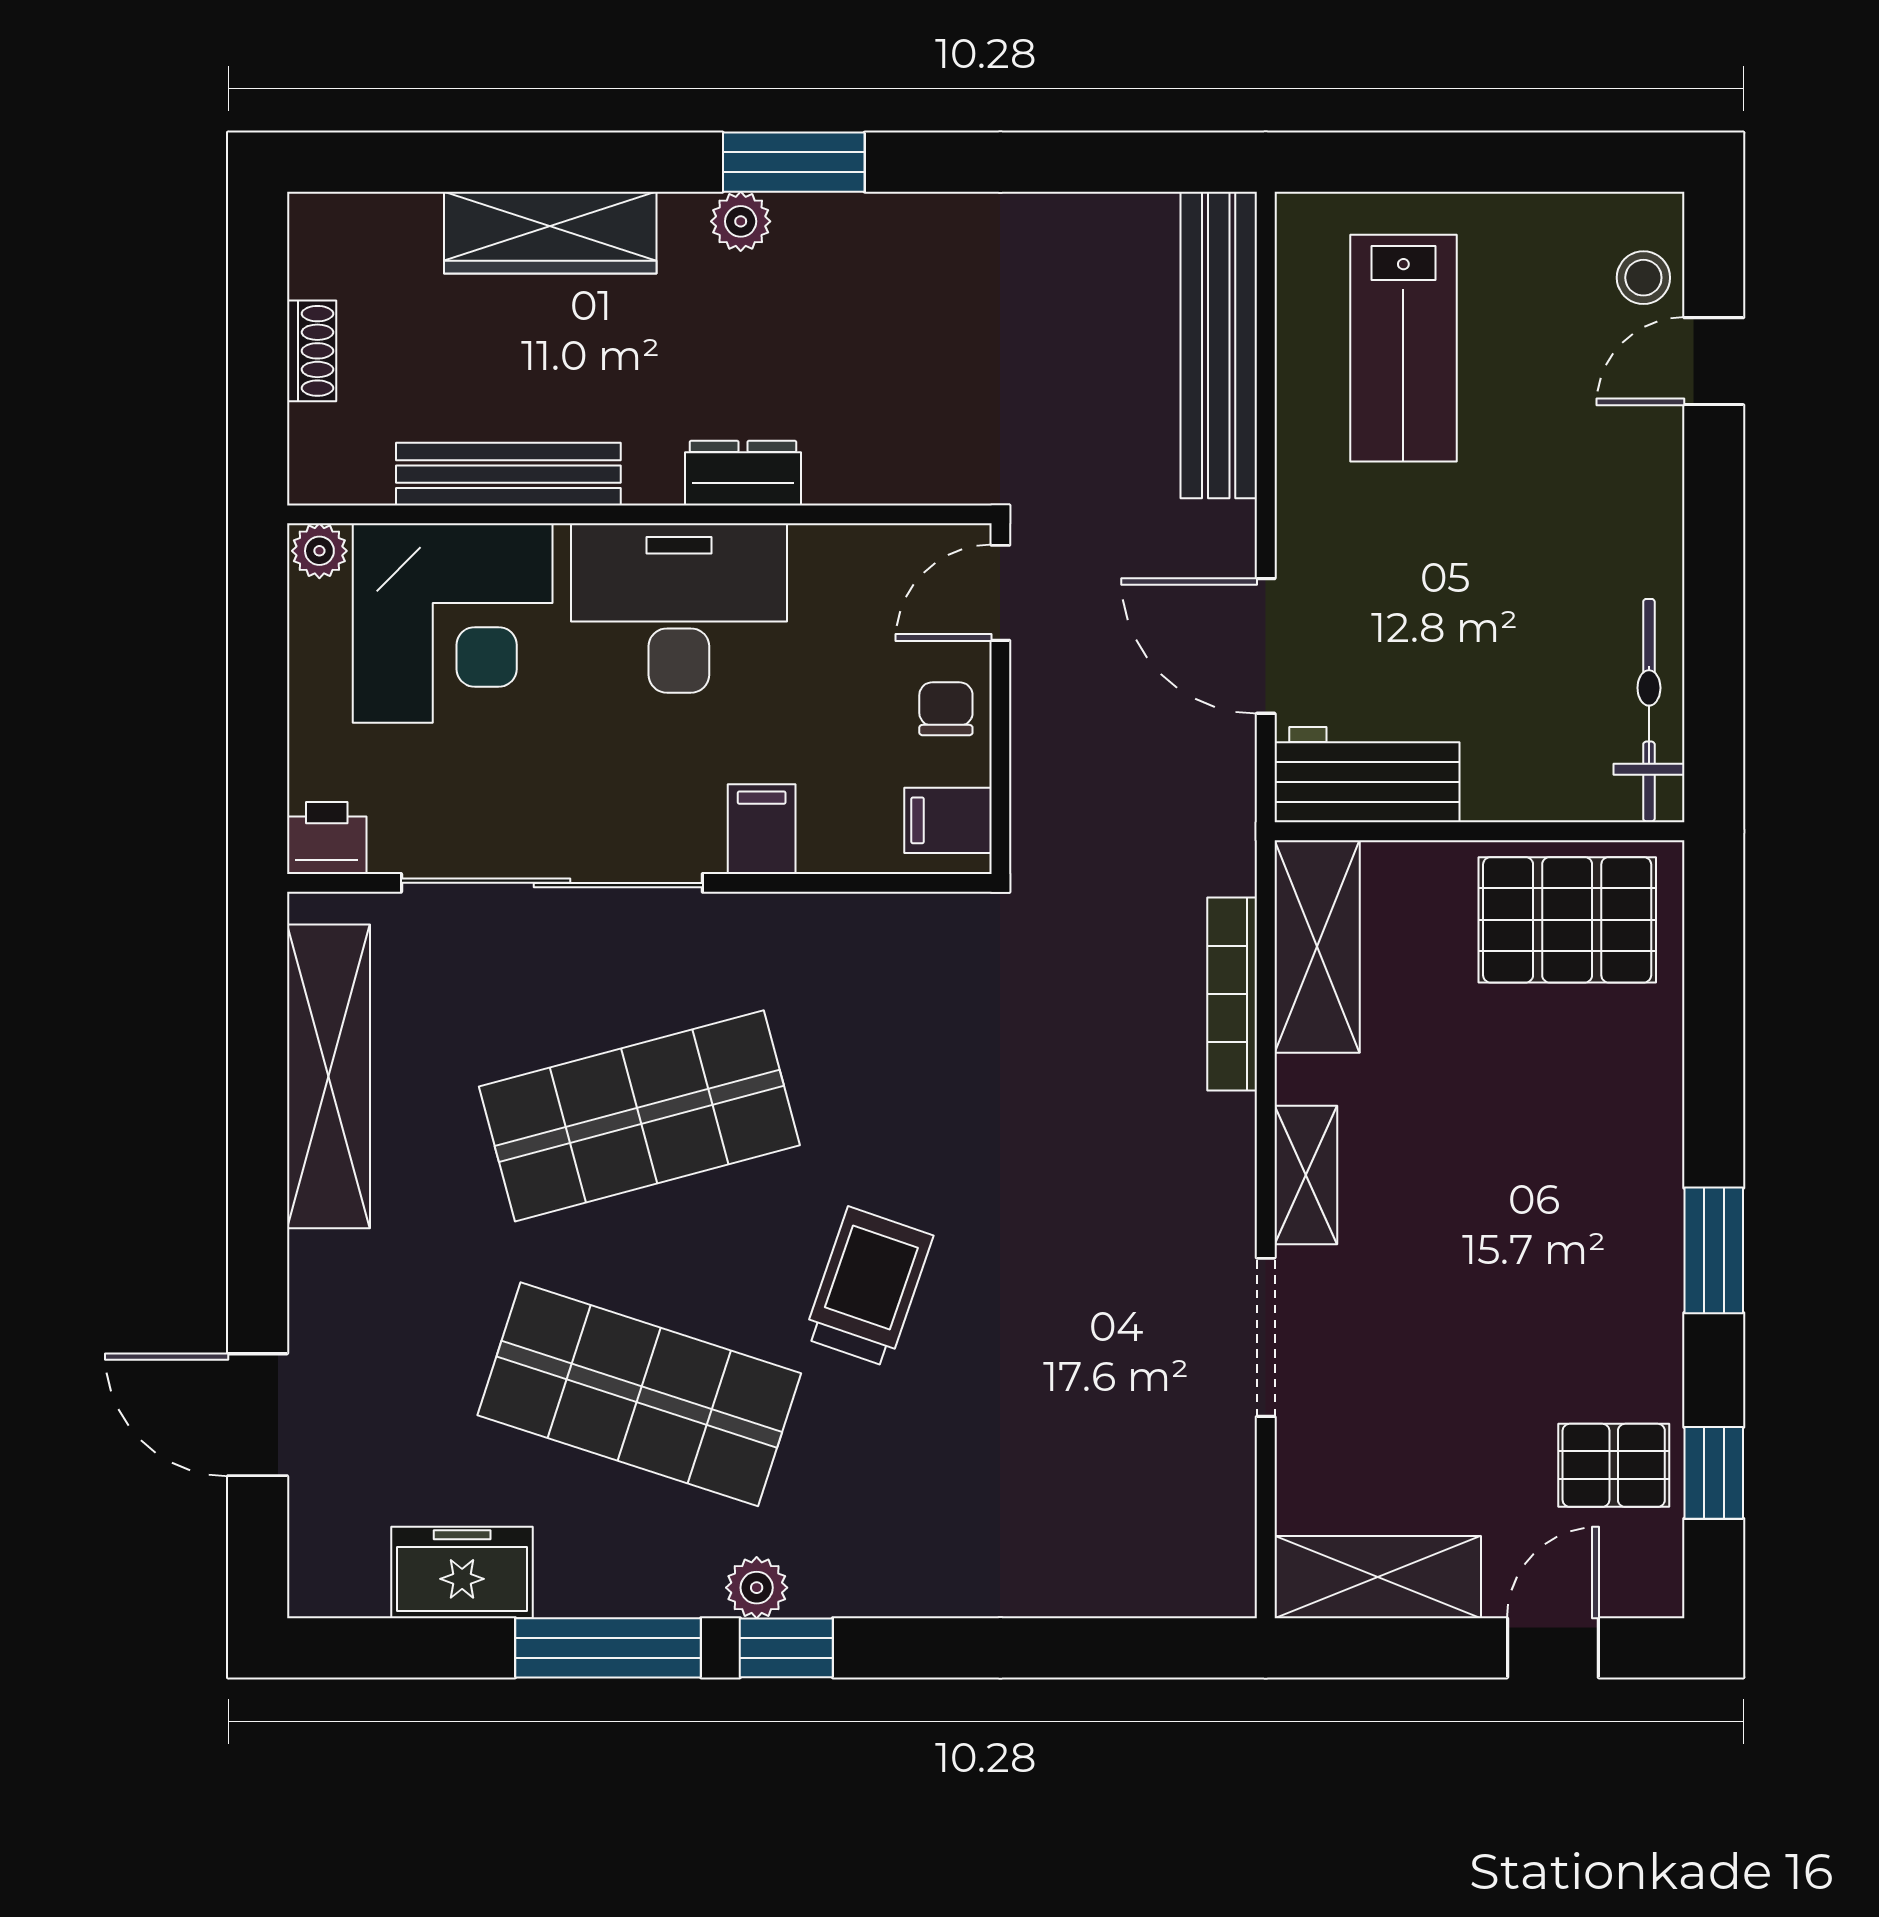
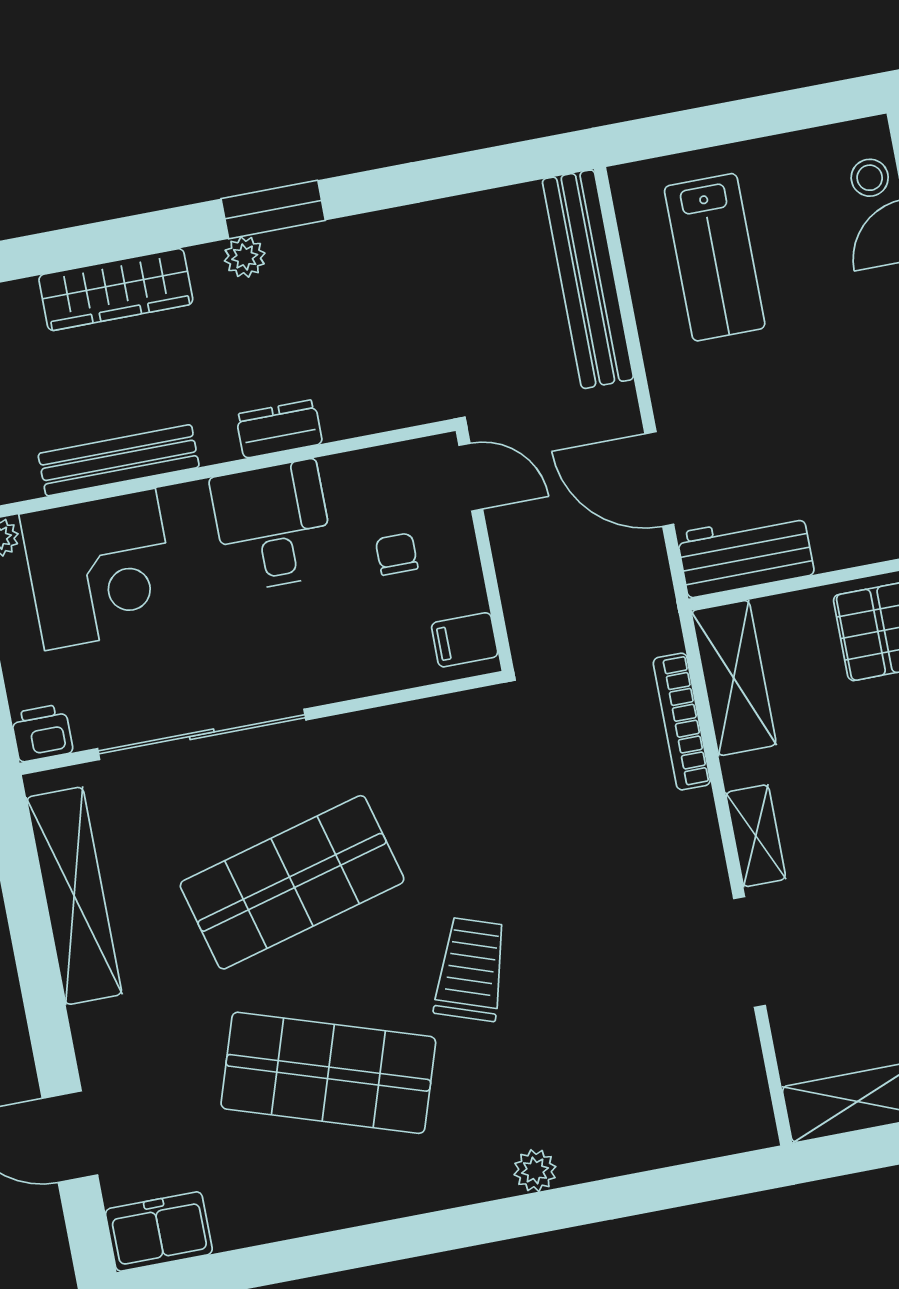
door: (1000, 593) -> (471, 477), swing flipped
desk: (679, 608) -> (273, 526), width x0.73
chair: (946, 709) -> (397, 554), moved
filing cabinet: (762, 829) -> (338, 670), removed
freezer: (462, 1572) -> (159, 1231), moved
plant: (757, 1588) -> (535, 1171), moved
window: (608, 1648) -> (340, 1250), removed
window: (786, 1648) -> (462, 1227), removed

